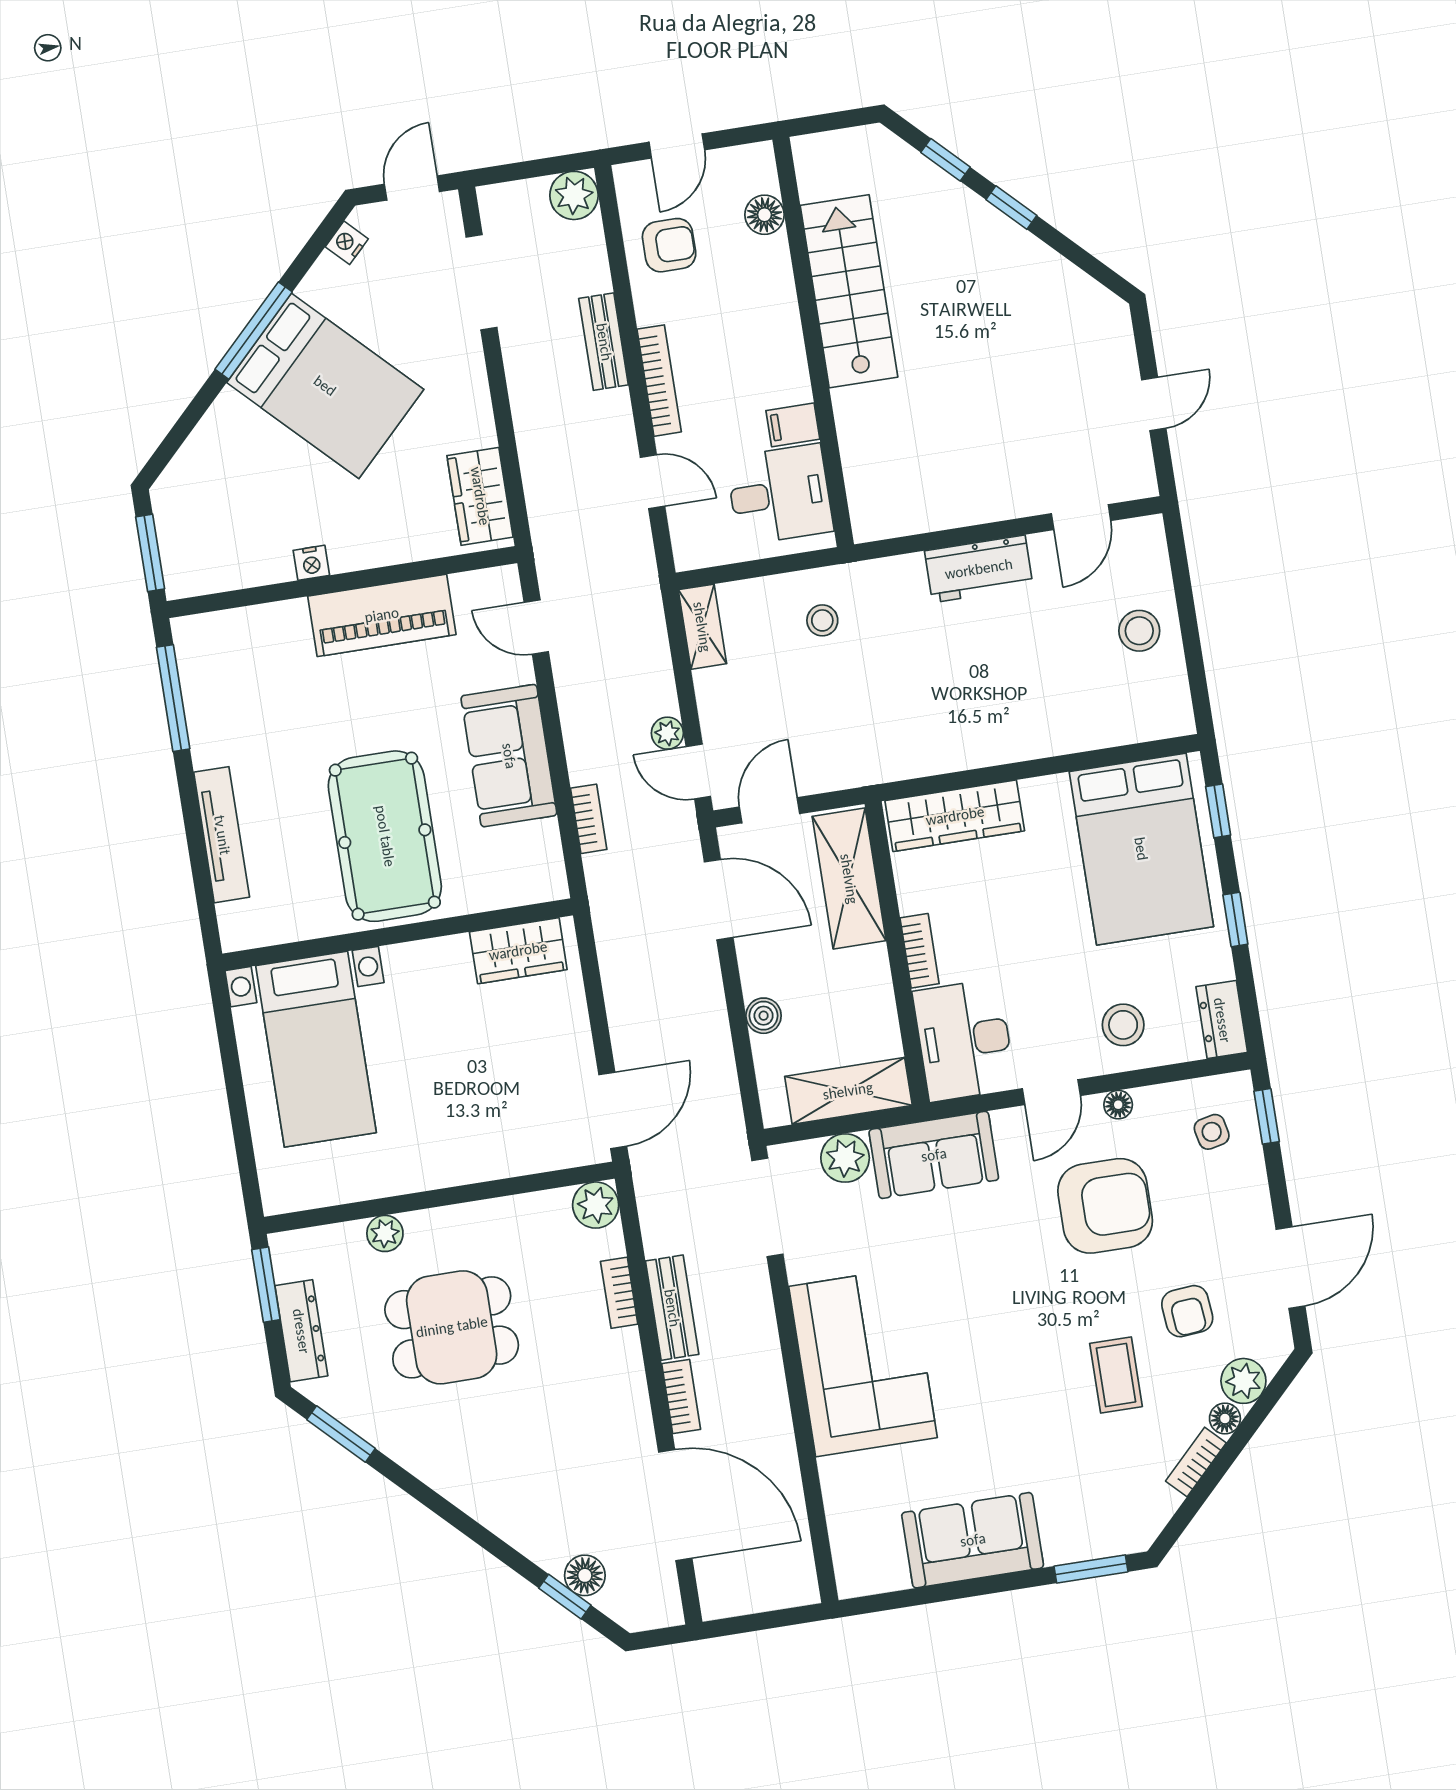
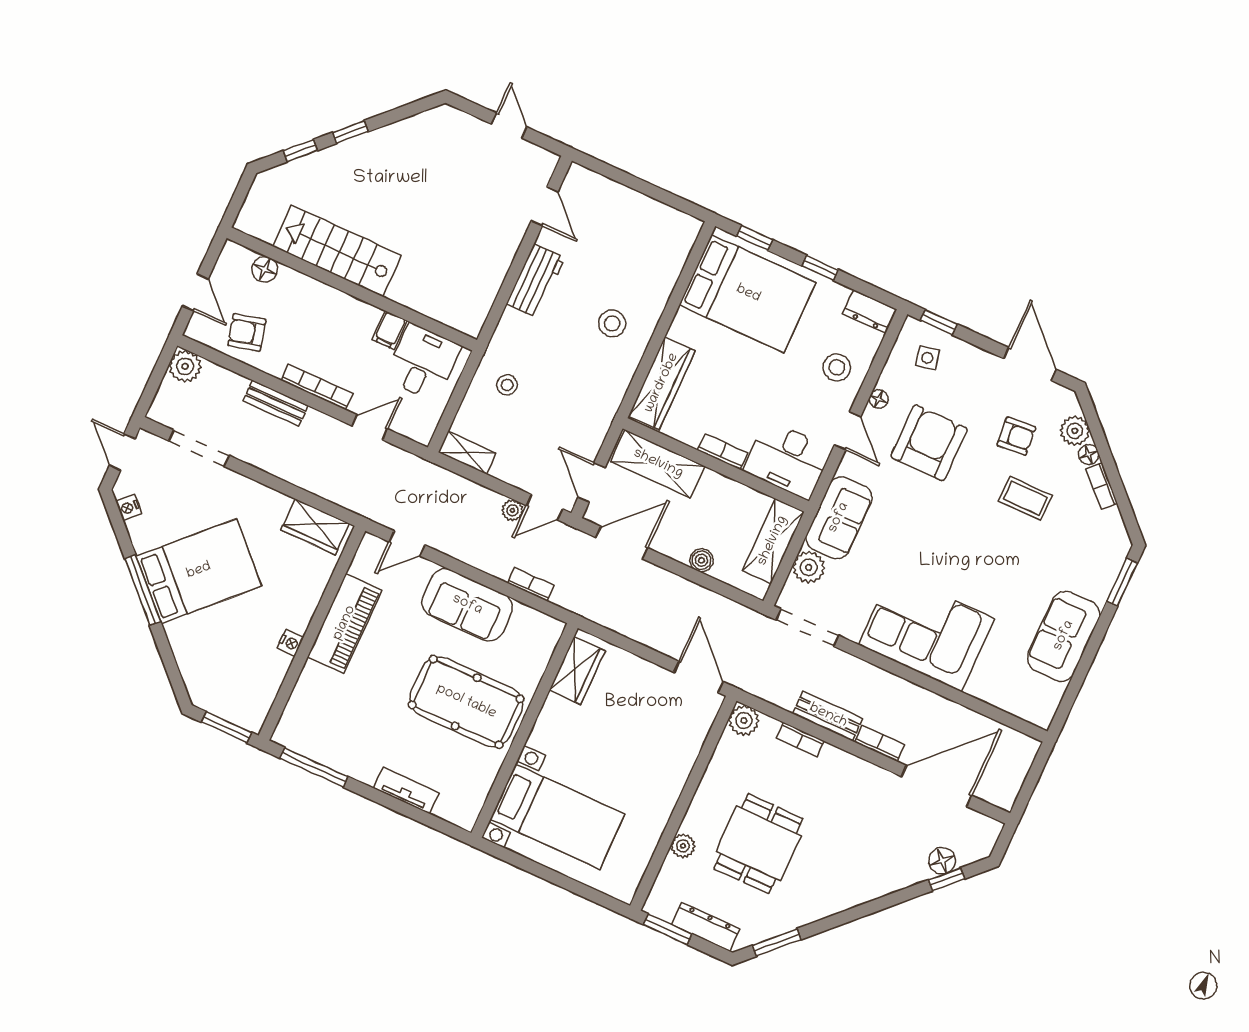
armchair: (669, 245) -> (247, 332), turned -104
stool: (1139, 631) -> (612, 323), moved
tv unit: (222, 835) -> (406, 790), width x0.71

